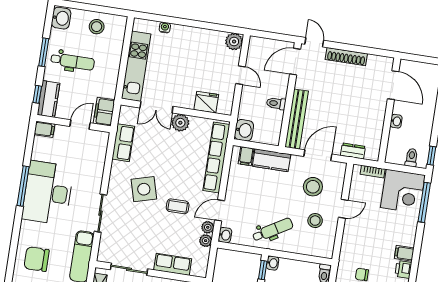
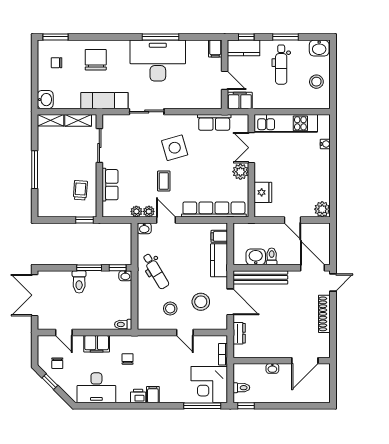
door: (241, 75) -> (292, 220), hinge flipped
washbasin: (244, 130) -> (256, 257), moved, turned 180

